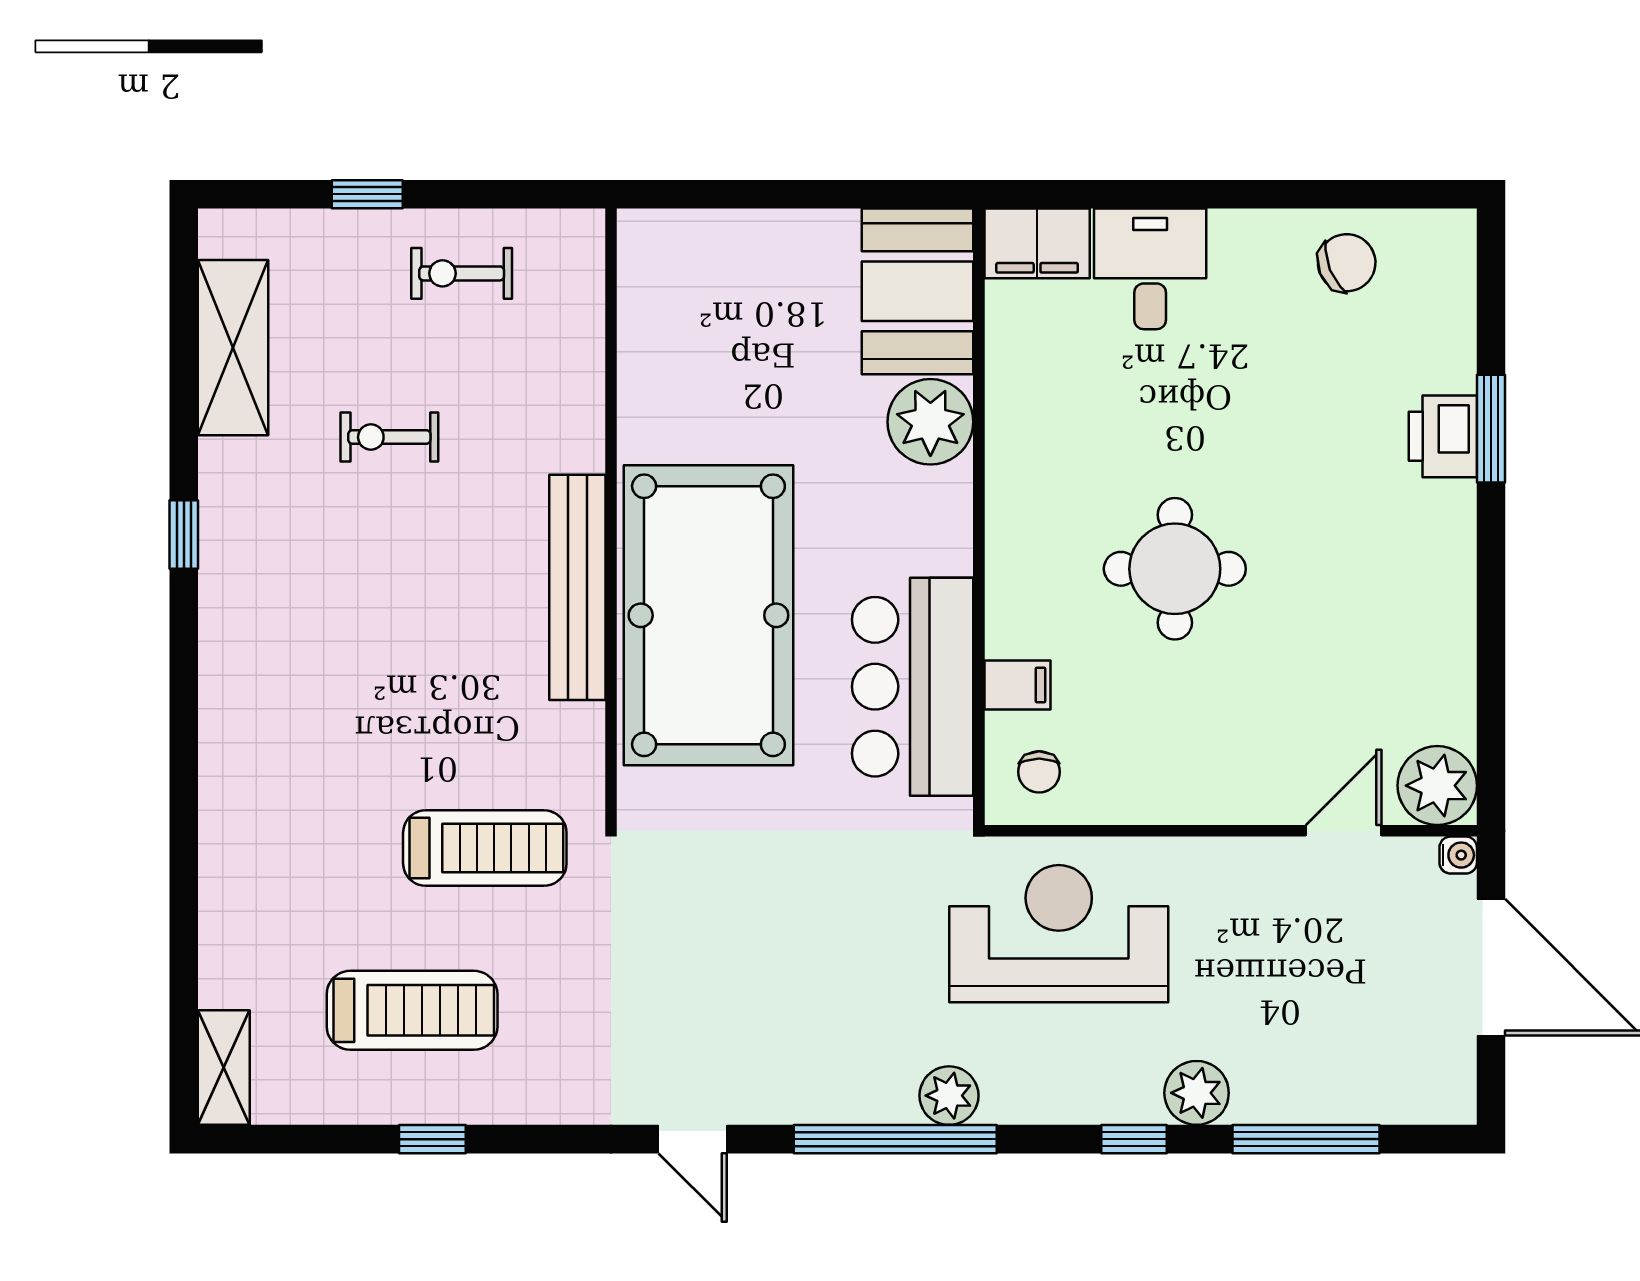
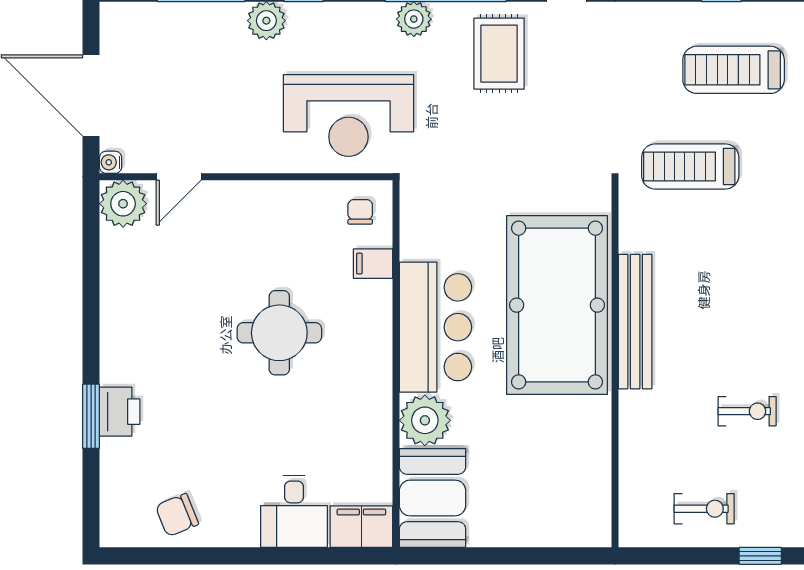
bar counter: (913, 687) -> (435, 327), moved
rug: (806, 1038) -> (499, 54), added

